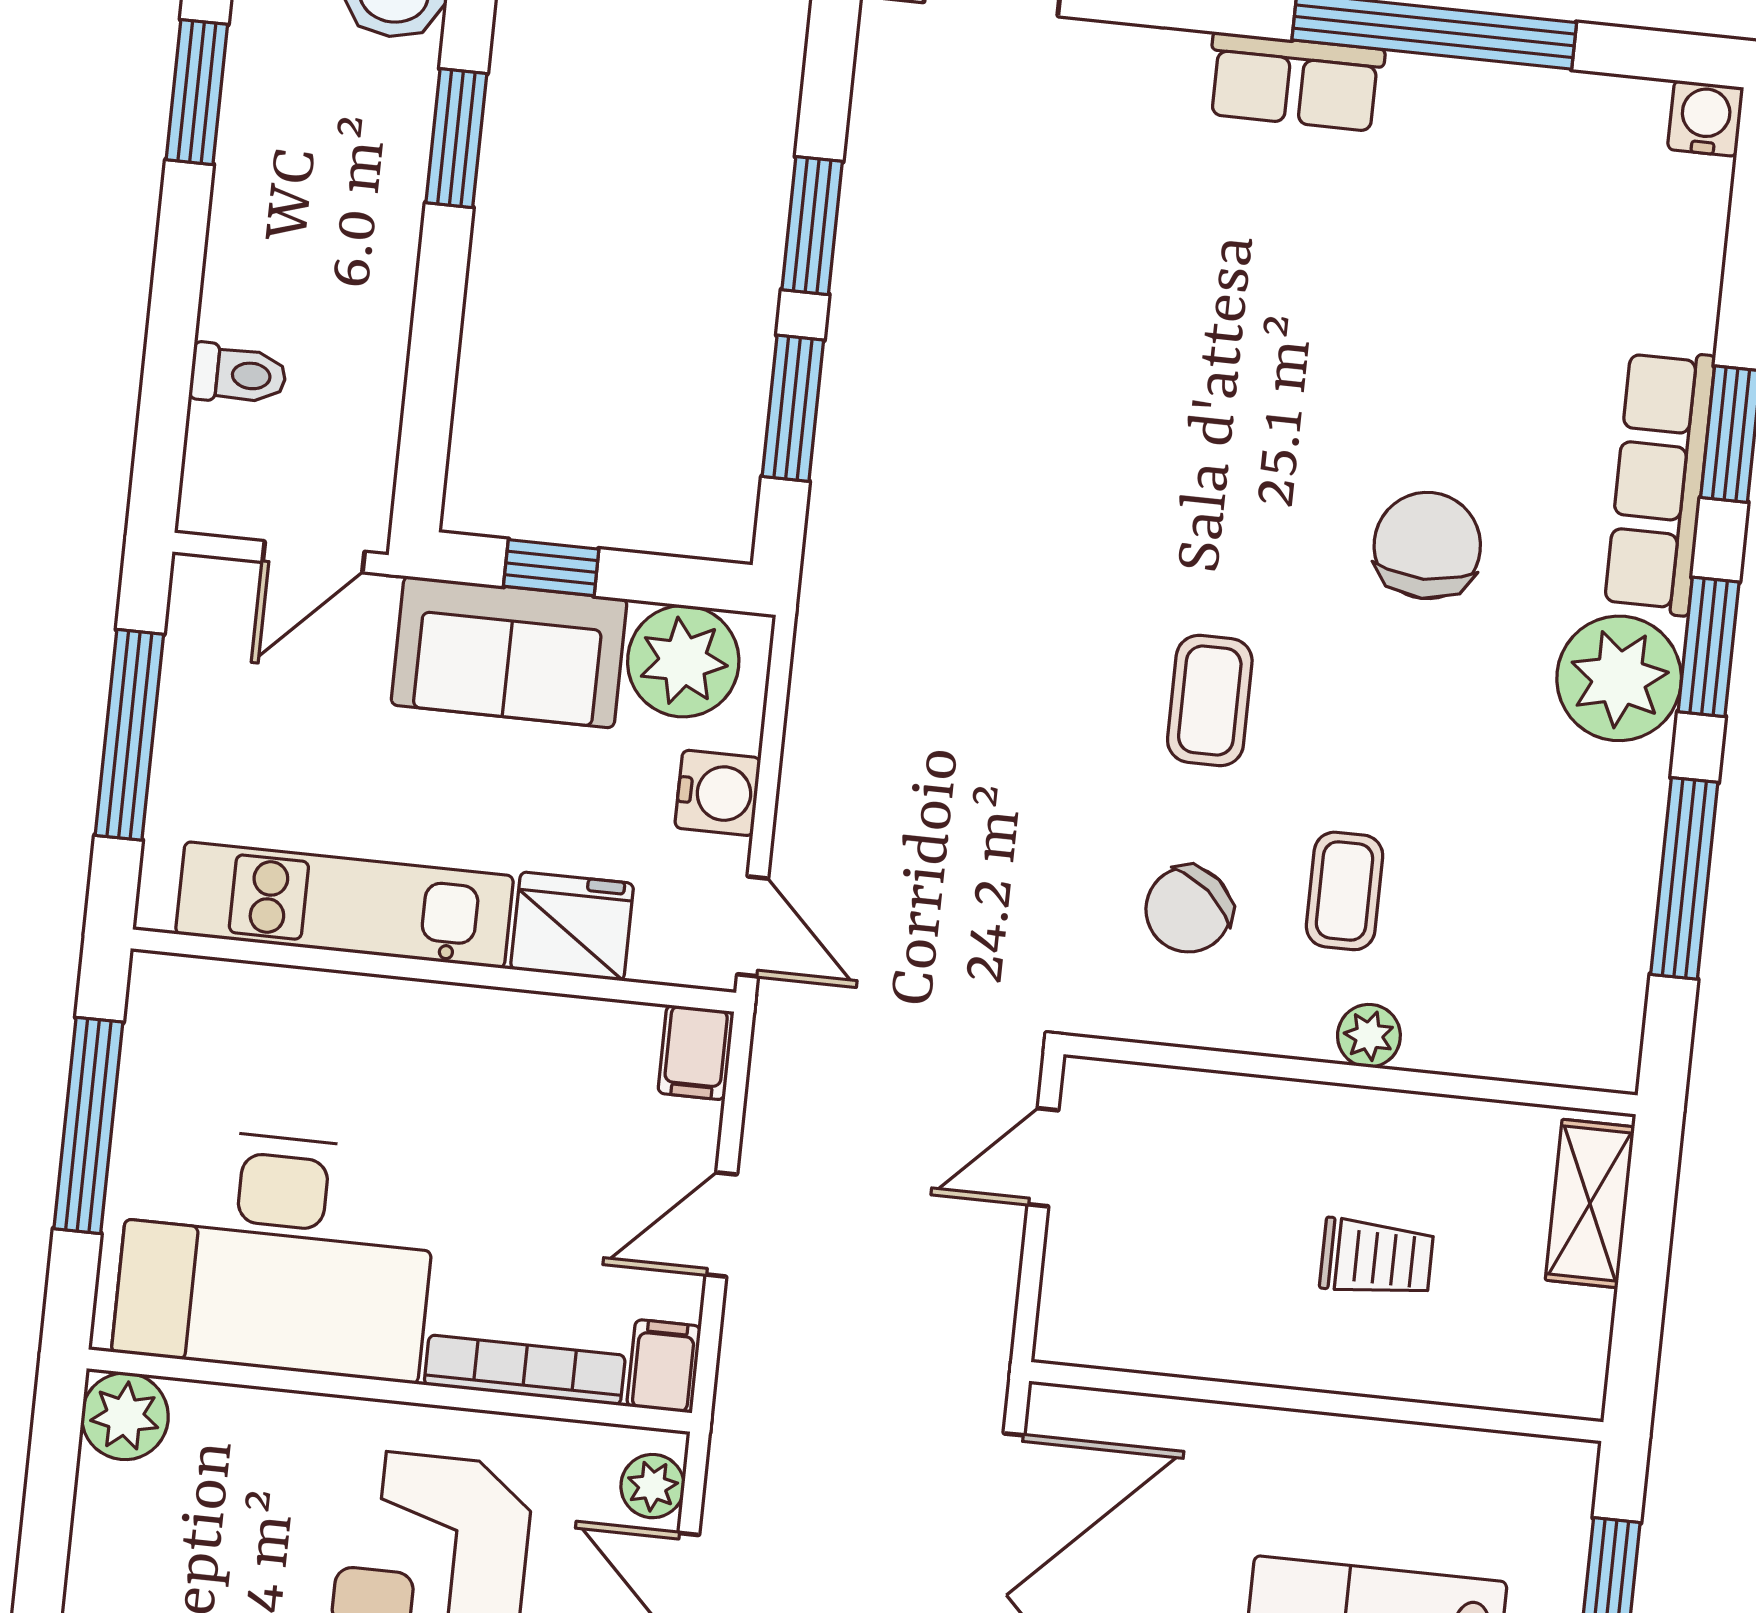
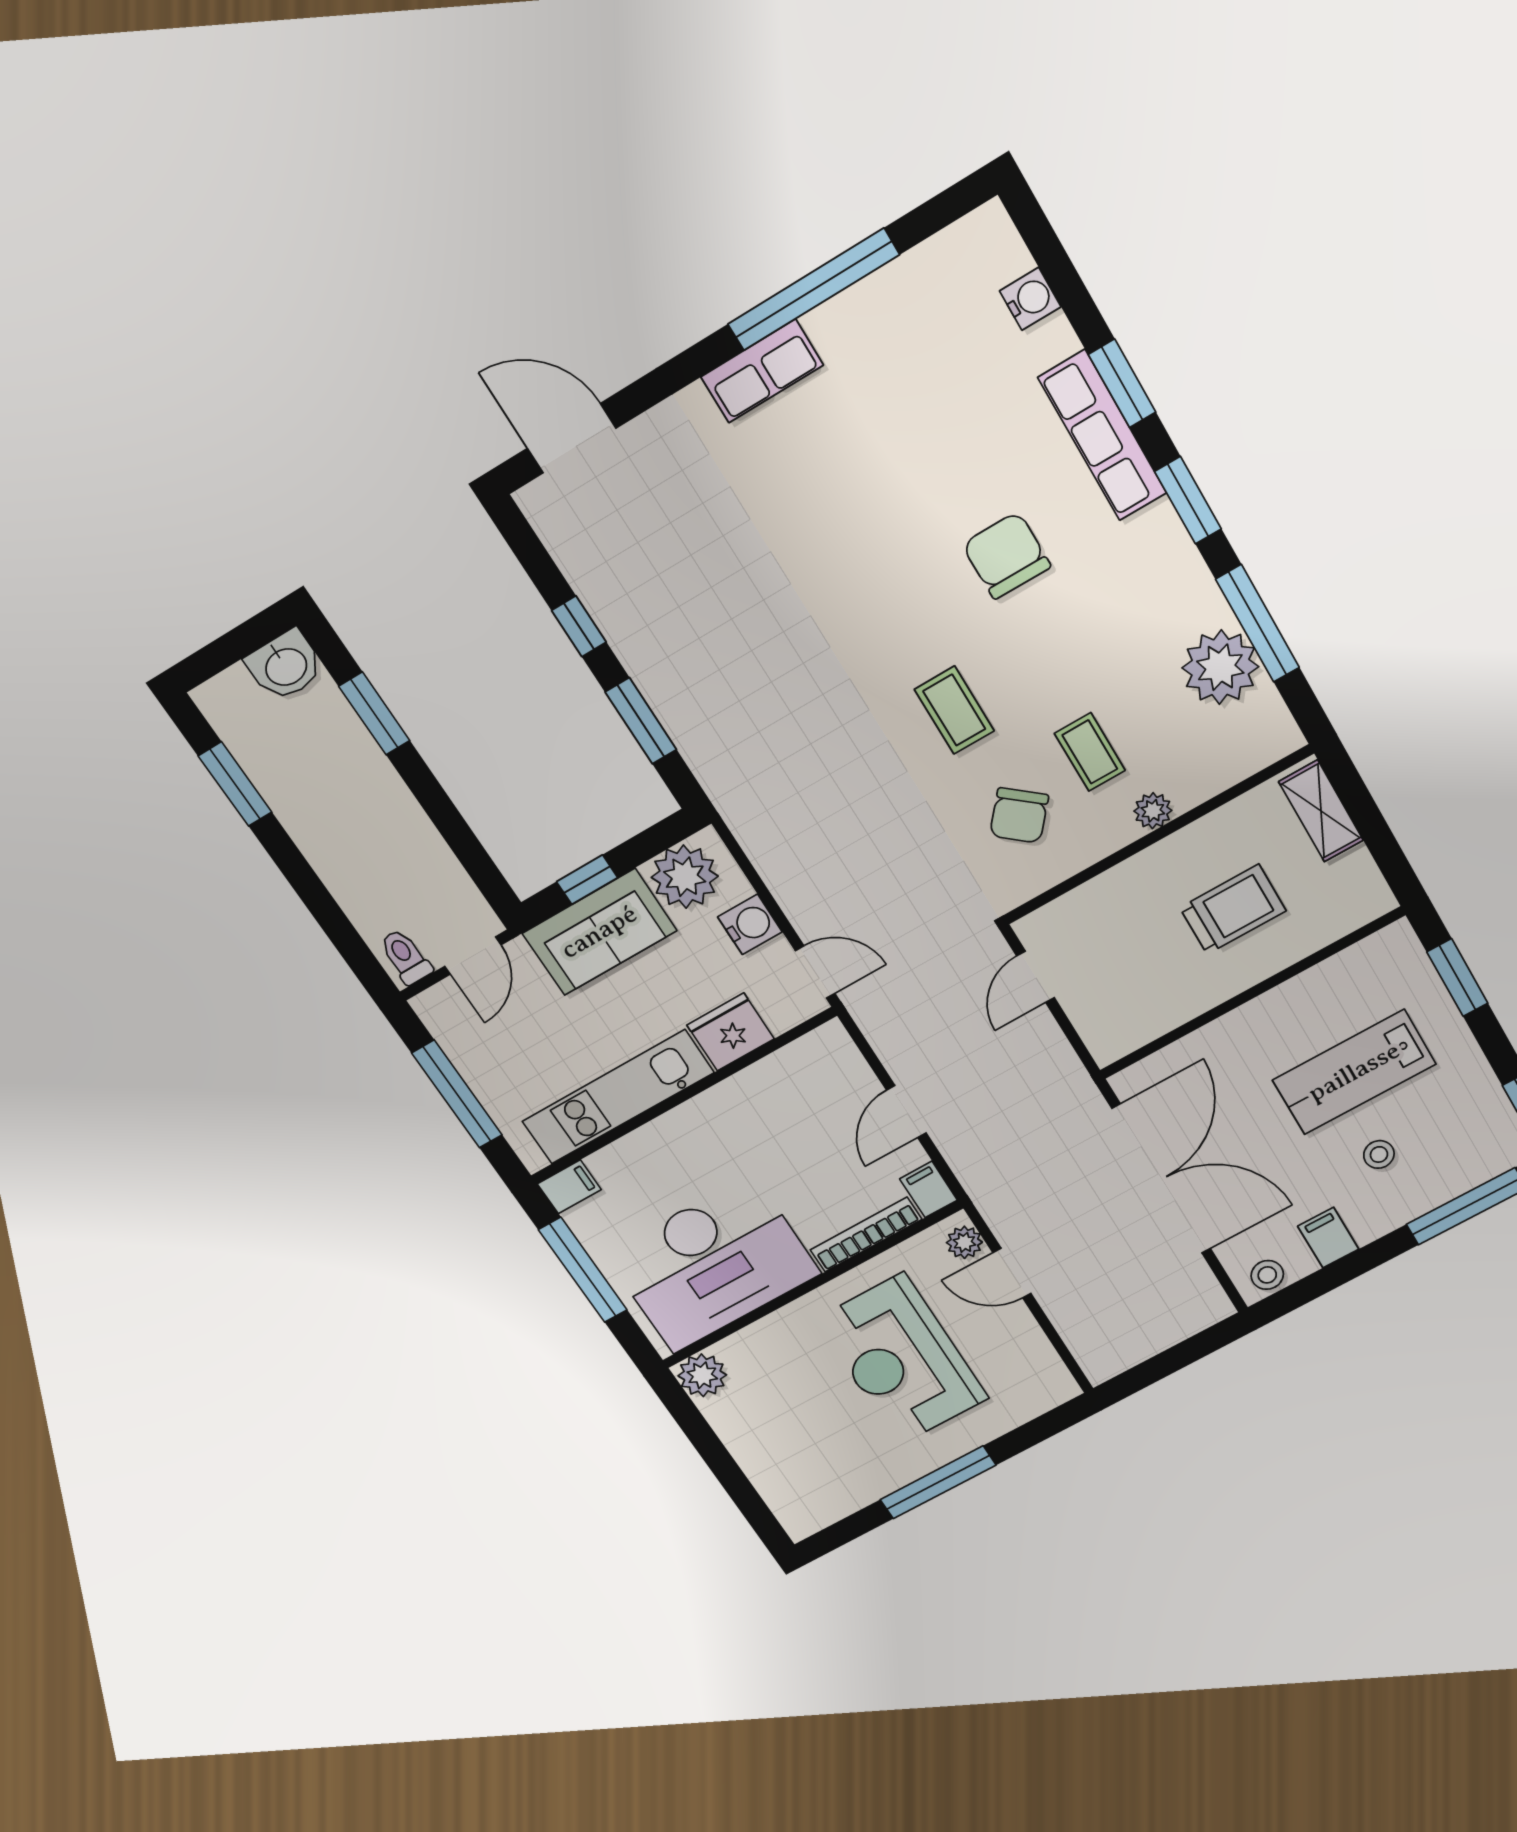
water cooler: (1706, 118) -> (1030, 299), moved, turned 90
window: (812, 226) -> (579, 626), width x0.67
toilet: (238, 375) -> (406, 957), moved, turned -90
plant: (1619, 678) -> (1220, 667), moved
filing cabinet: (695, 1052) -> (569, 1187), moved, turned -90
trolley: (1377, 1258) -> (1233, 909), width x1.36, depth x1.39

